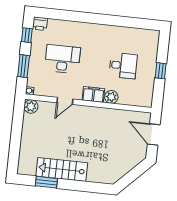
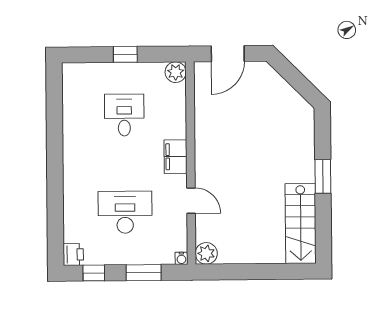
desk: (62, 59) -> (125, 212), turned 90
plant: (111, 97) -> (176, 72), moved
stairs: (62, 169) -> (301, 223), moved
window: (46, 182) -> (323, 176), moved

